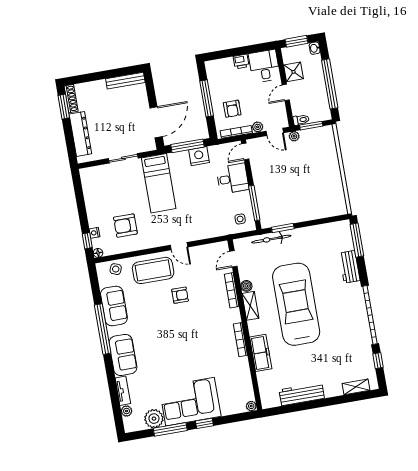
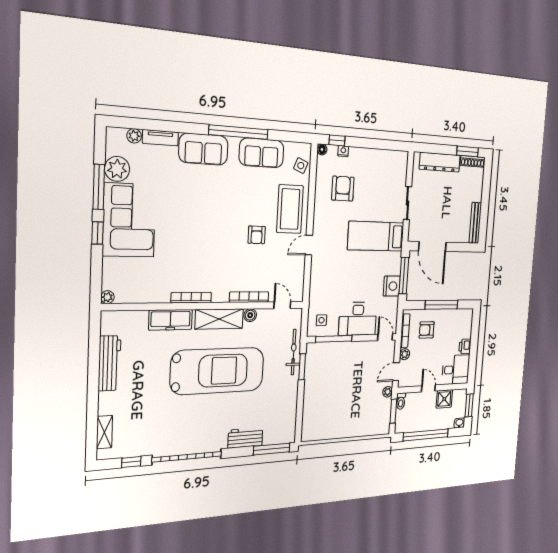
desk: (232, 179) -> (358, 319), width x1.37
shelving: (250, 306) -> (219, 319), width x1.50, depth x1.33

